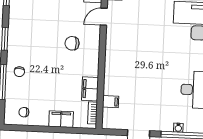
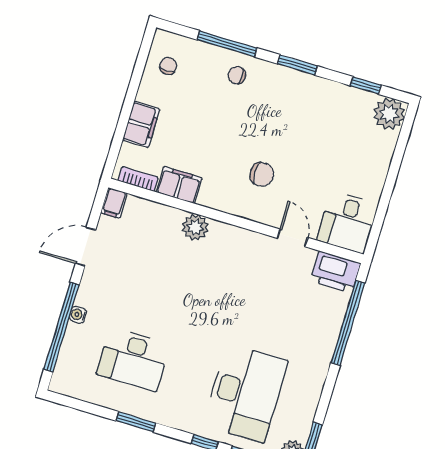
chair: (72, 43) -> (262, 174), turned 90
plant: (112, 74) -> (195, 227), added
filing cabinet: (111, 102) -> (114, 203), moved

